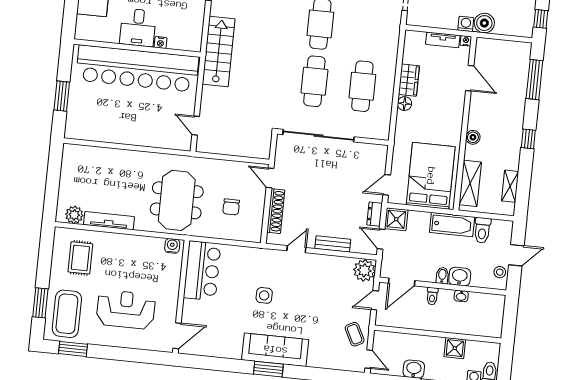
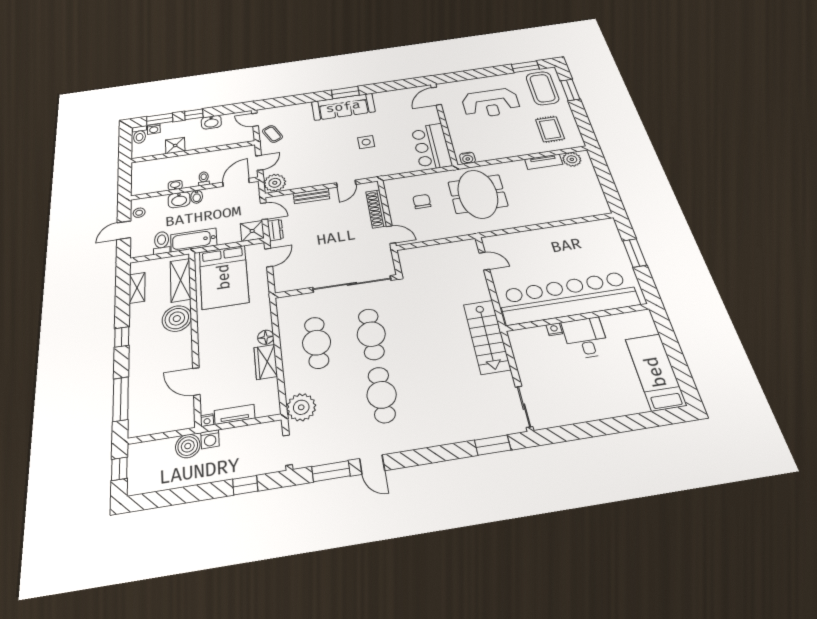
plant: (388, 31) -> (301, 407), added
boiler: (473, 137) -> (177, 319), width x1.86, depth x1.86
tv unit: (109, 221) -> (544, 162), width x0.71

